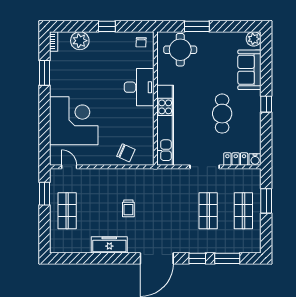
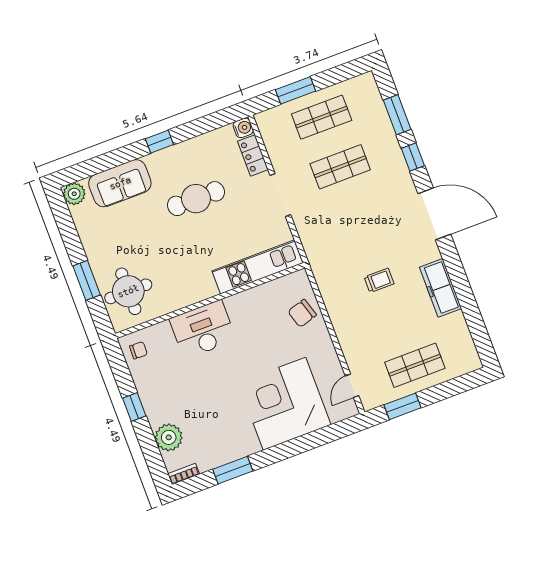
kitchen unit: (165, 125) -> (258, 267), width x0.73
chair: (126, 153) -> (302, 313), turned -131

